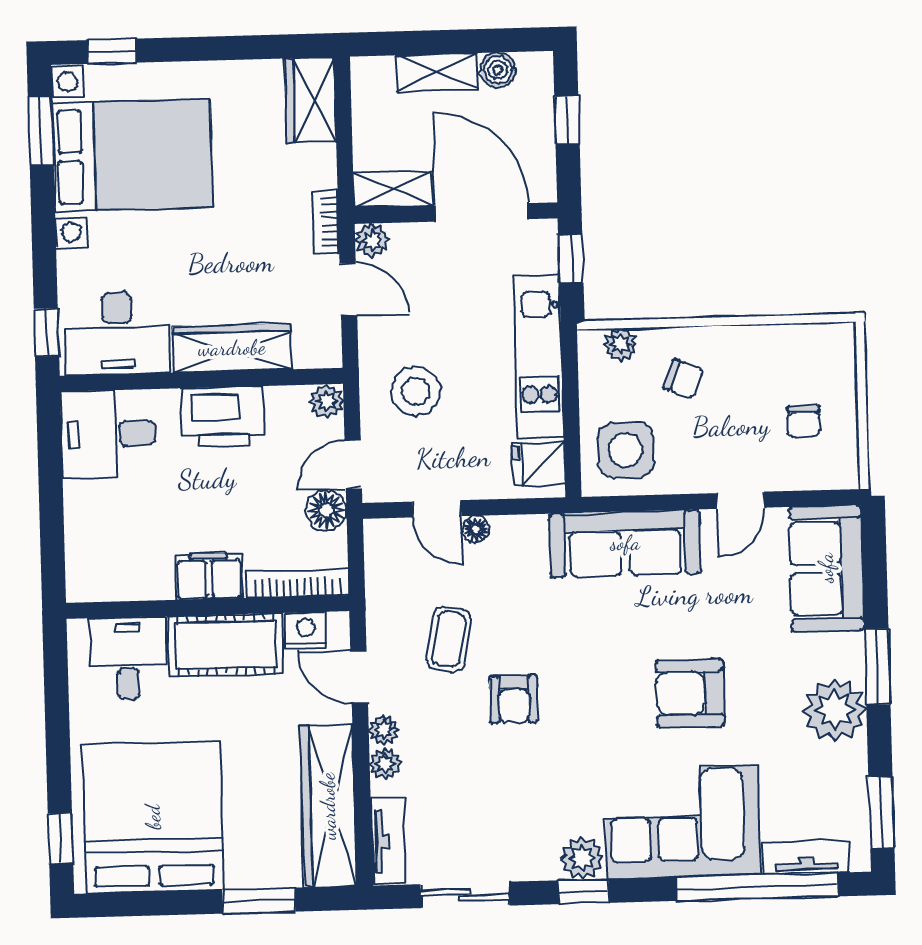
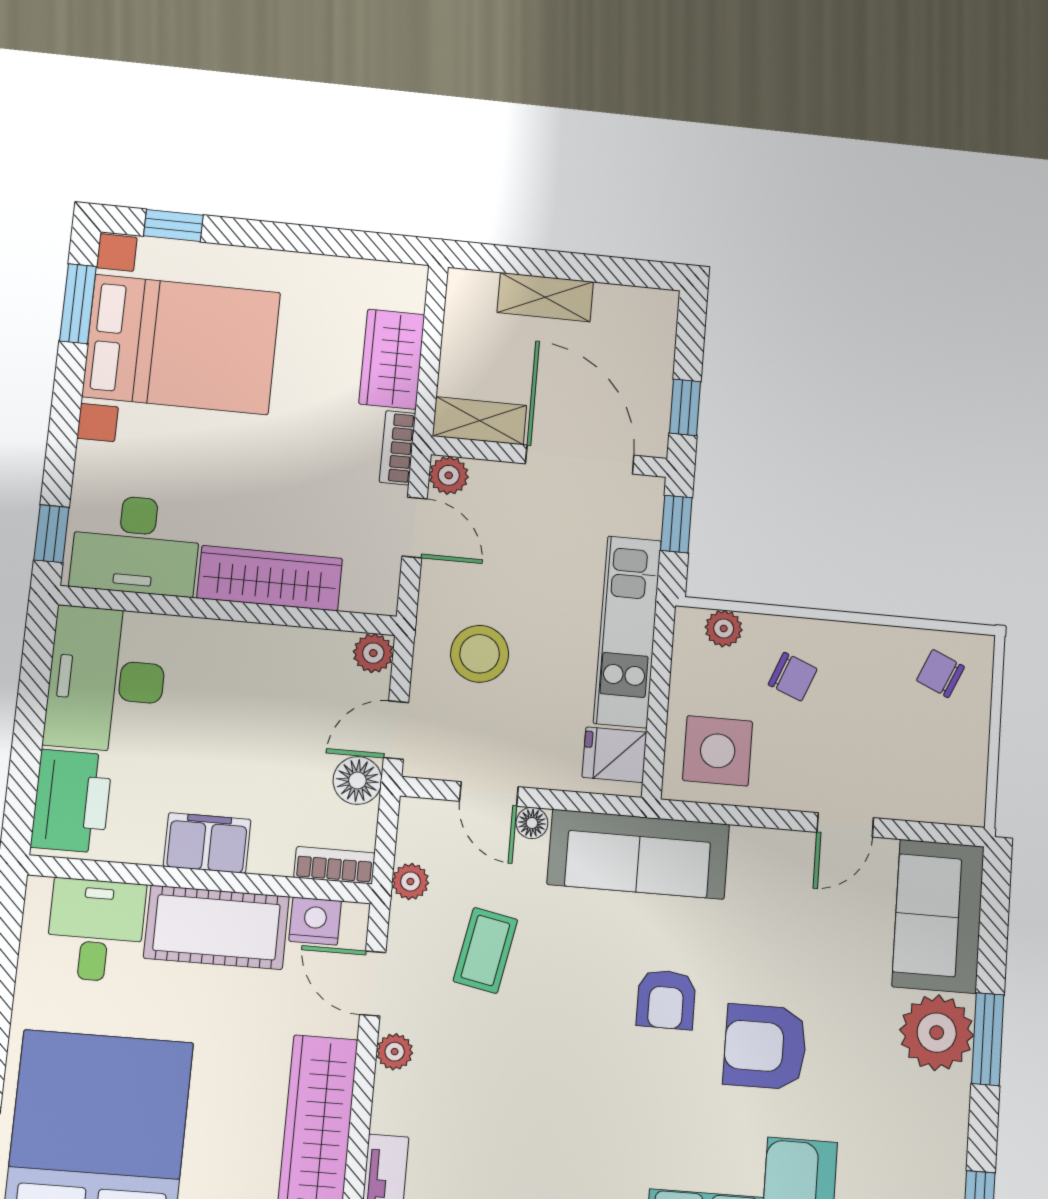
boiler: (498, 70) -> (615, 303), removed
wardrobe: (310, 100) -> (392, 359), moved
window: (567, 120) -> (685, 407), moved
printer: (223, 417) -> (72, 801), moved, turned -90
chair: (803, 422) -> (940, 674), moved, turned 114
desk: (108, 434) -> (106, 679), width x1.37
sofa: (625, 543) -> (638, 854), moved
bookcase: (298, 583) -> (334, 865), width x0.64
armchair: (513, 699) -> (666, 1000), moved
plant: (835, 710) -> (937, 1033), moved
plant: (385, 764) -> (410, 882), moved

